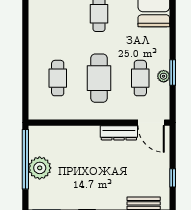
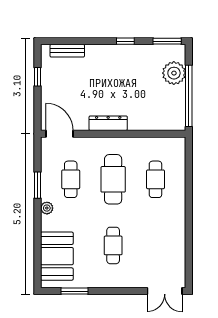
plant: (164, 76) -> (47, 208), moved
dresser: (119, 133) -> (108, 123), moved
plant: (40, 168) -> (174, 73), moved

